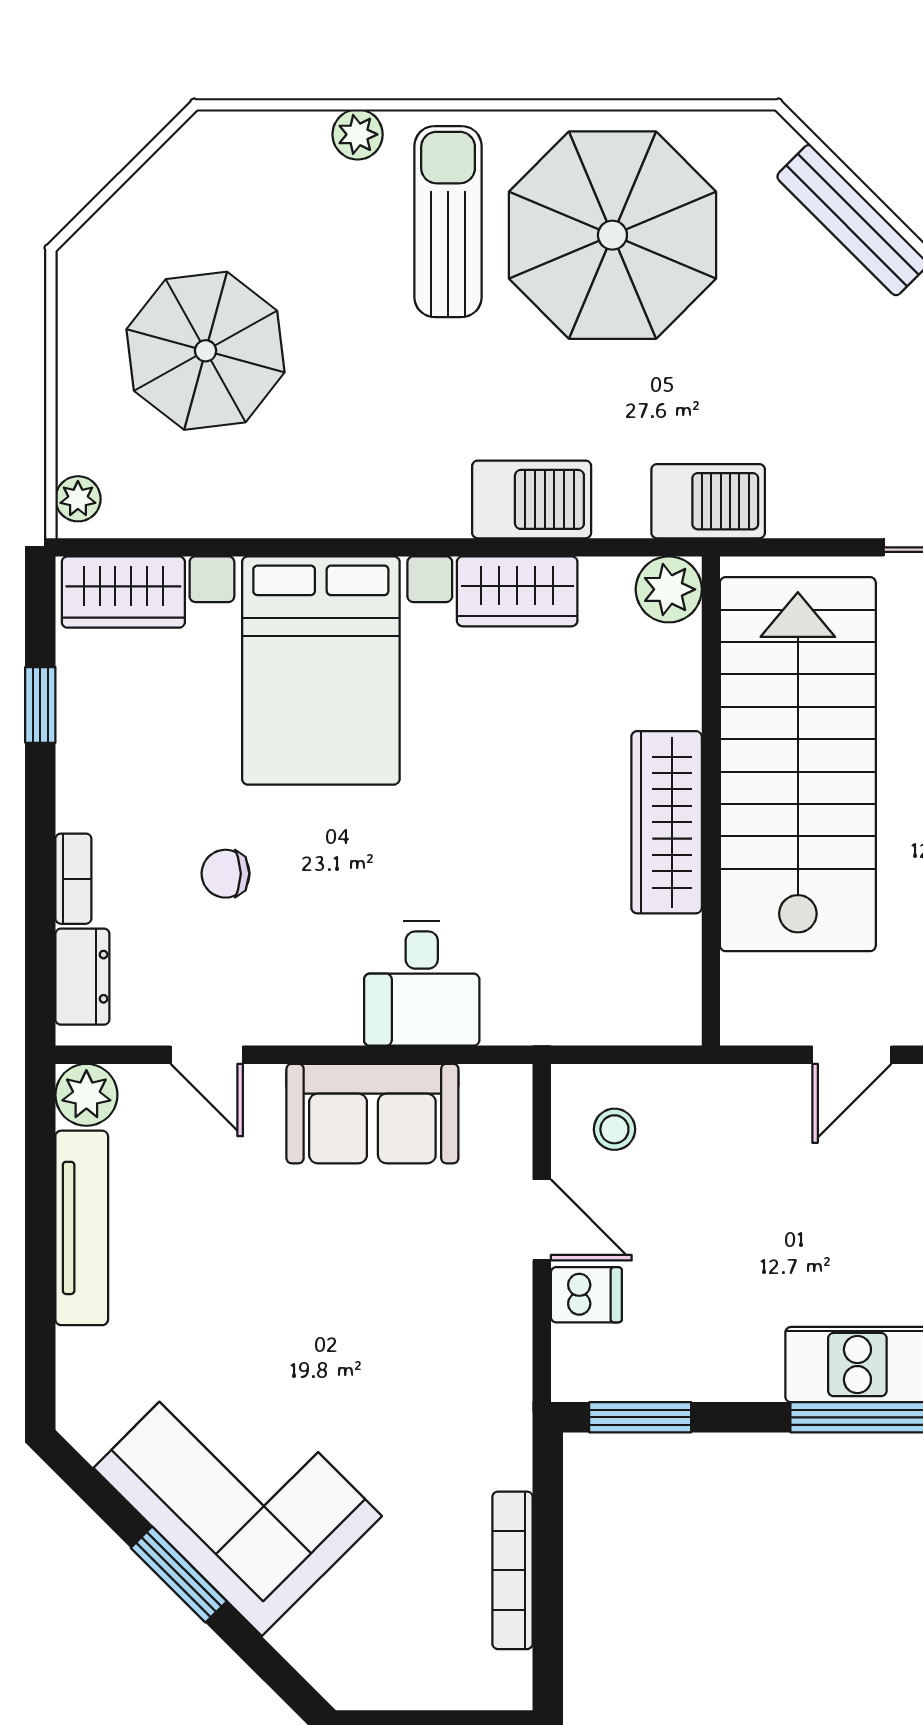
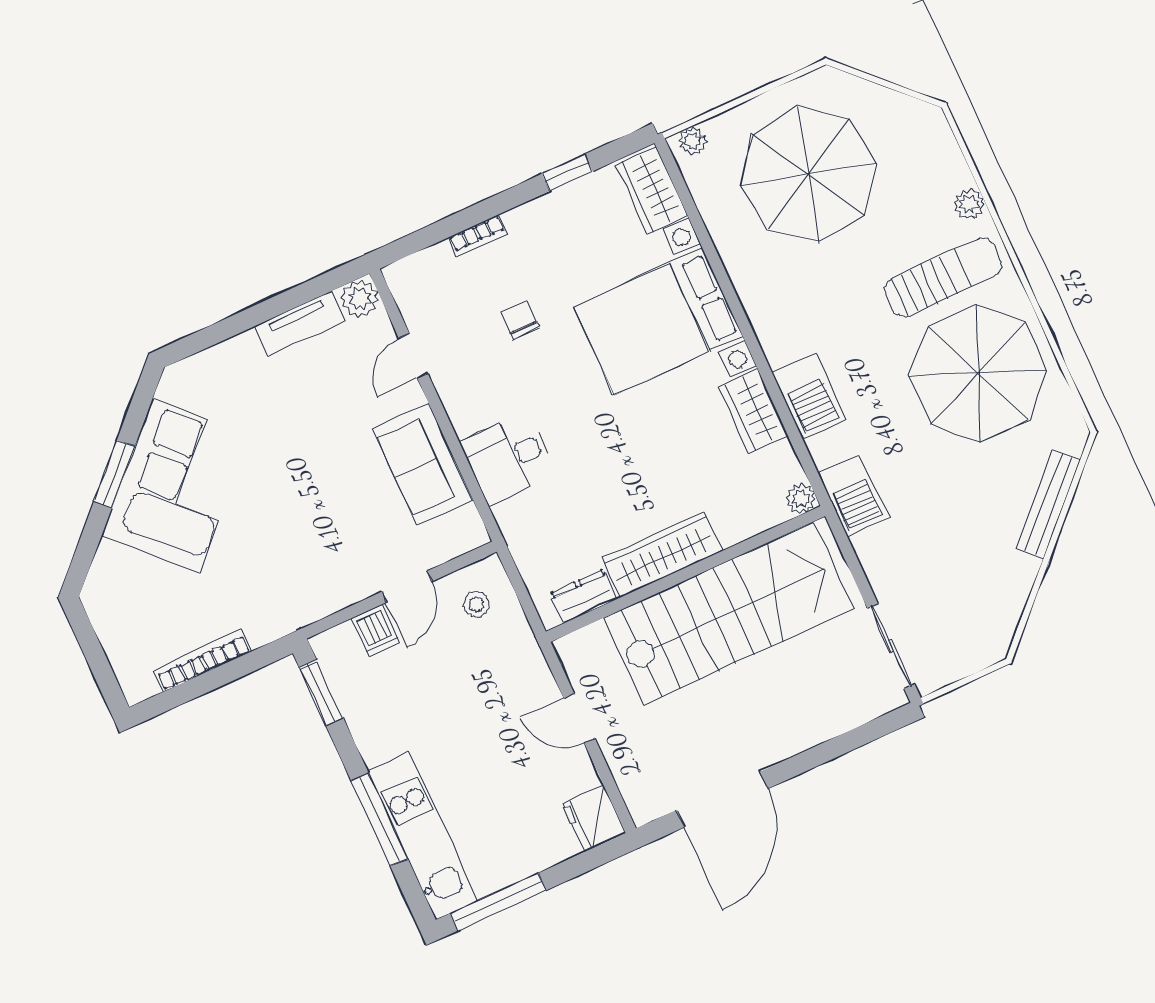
parasol: (206, 351) -> (808, 174), width x1.36, depth x1.36
plant: (669, 589) -> (801, 499), width x0.73, depth x0.73
dresser: (82, 977) -> (583, 596), moved, turned 180
tv unit: (82, 1228) -> (300, 323), width x0.71

